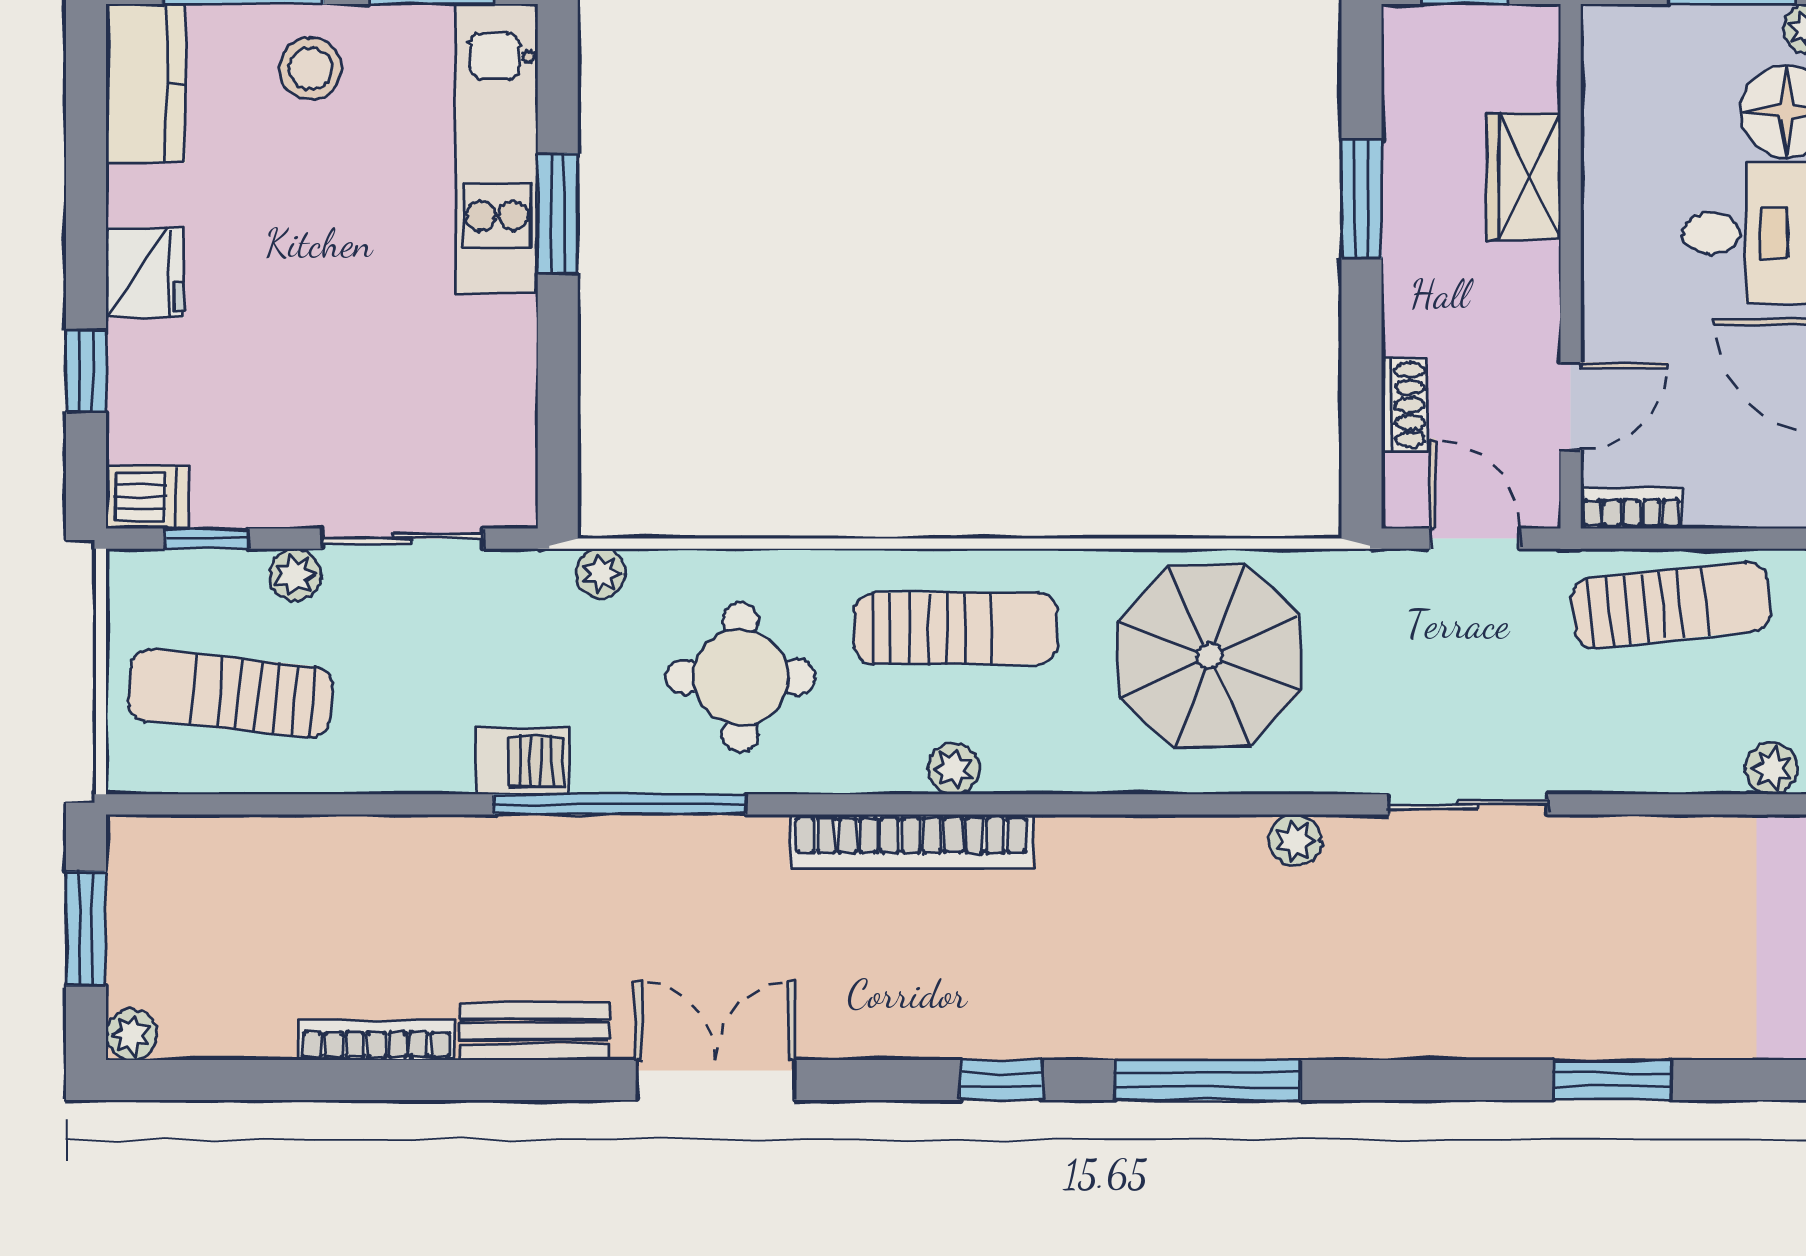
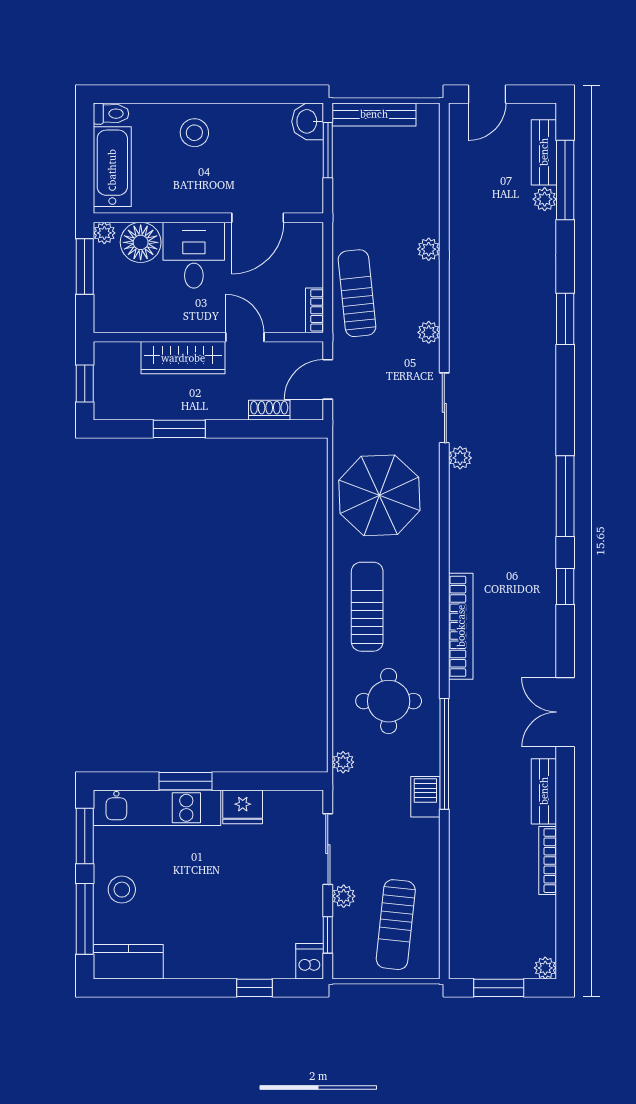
wardrobe: (1524, 176) -> (183, 358), width x1.50
fridge: (145, 272) -> (243, 807), moved, turned 180
door: (1571, 406) -> (245, 337), moved
plant: (953, 769) -> (429, 332), moved
sliding door: (1468, 804) -> (444, 408), moved

